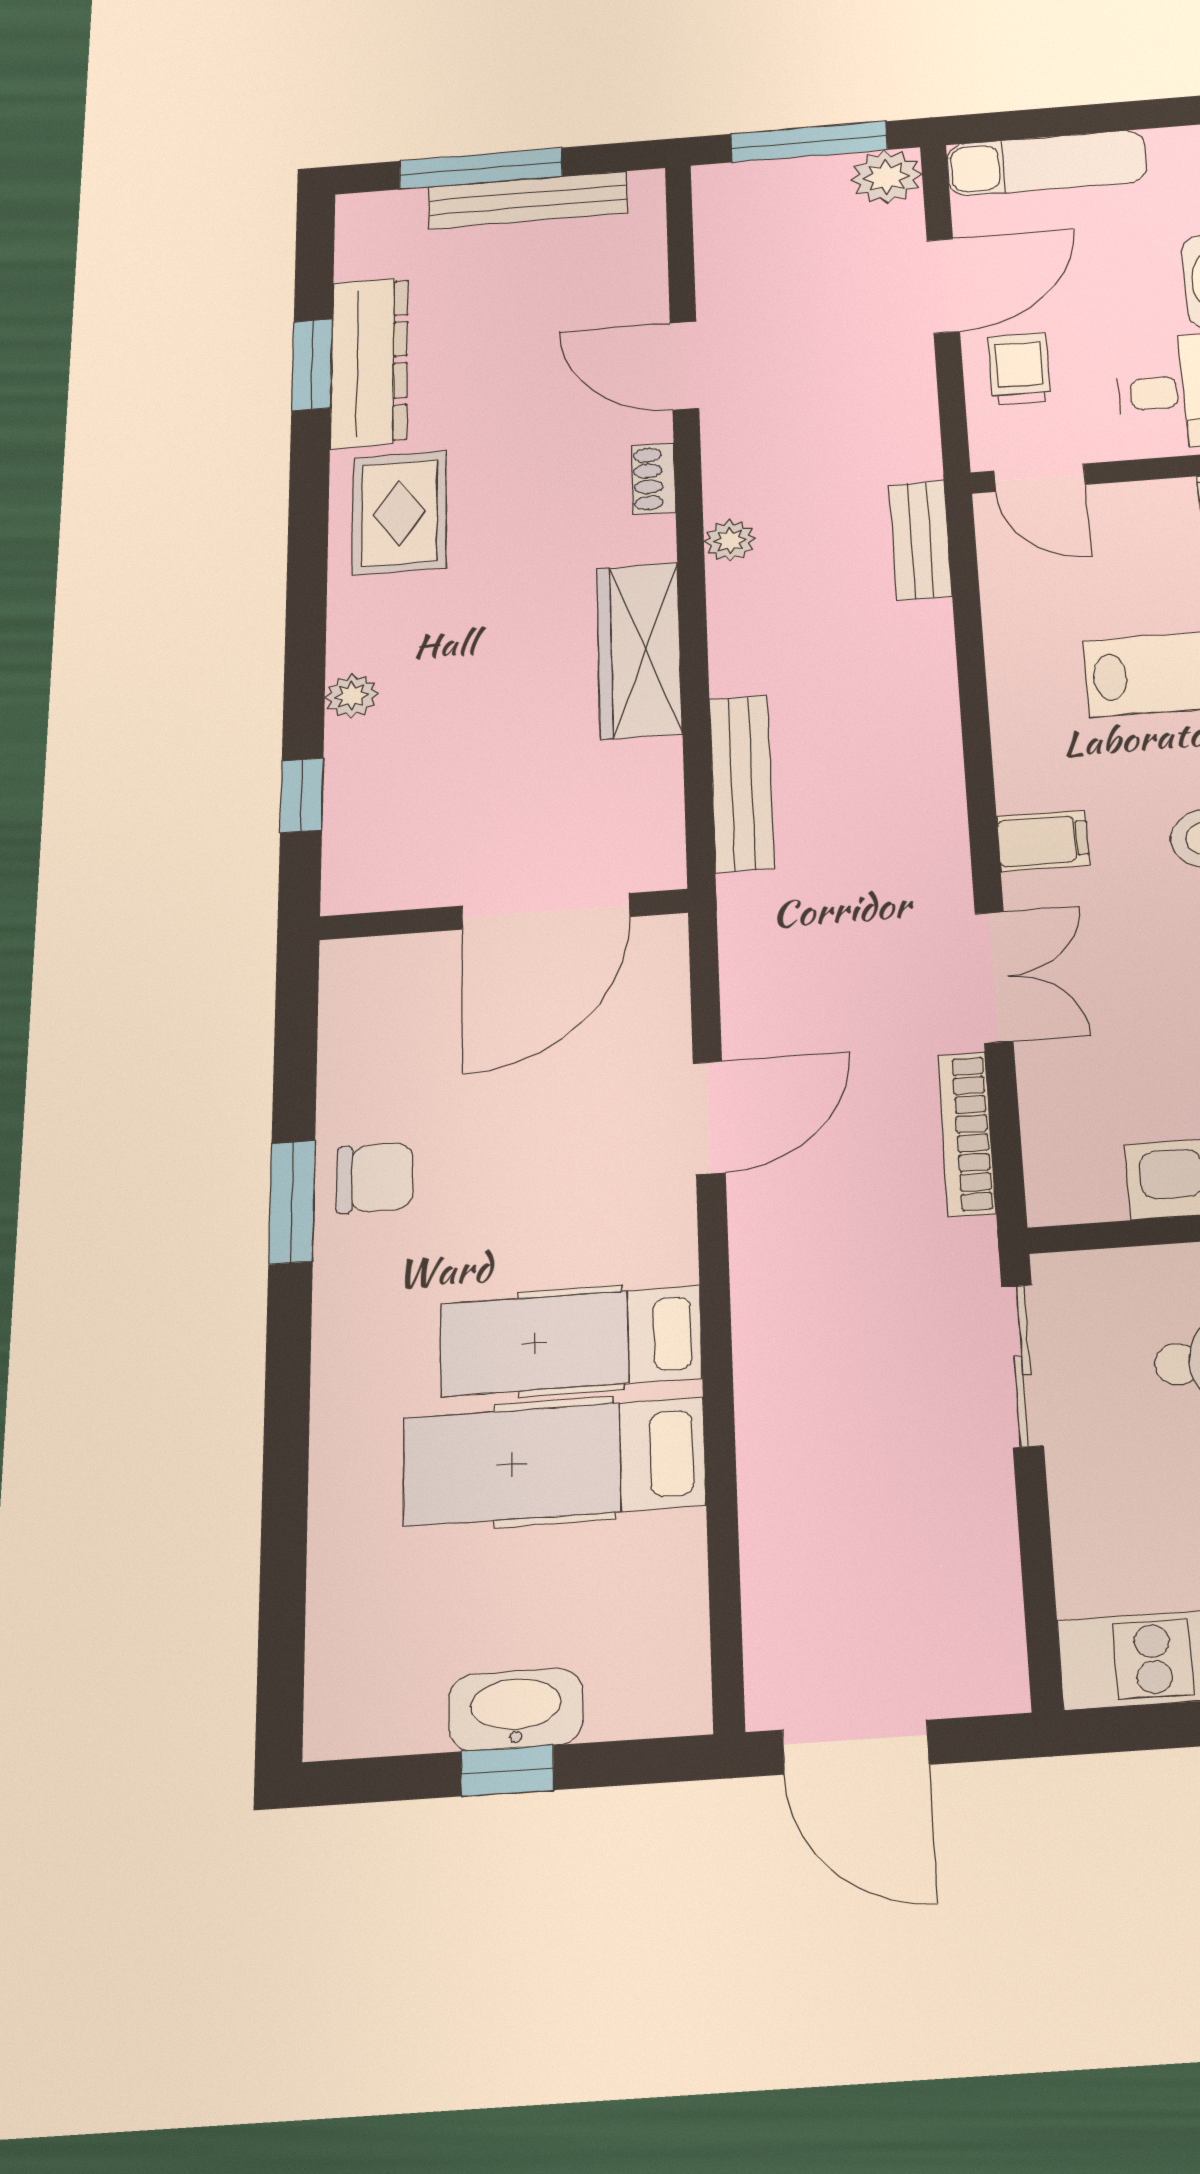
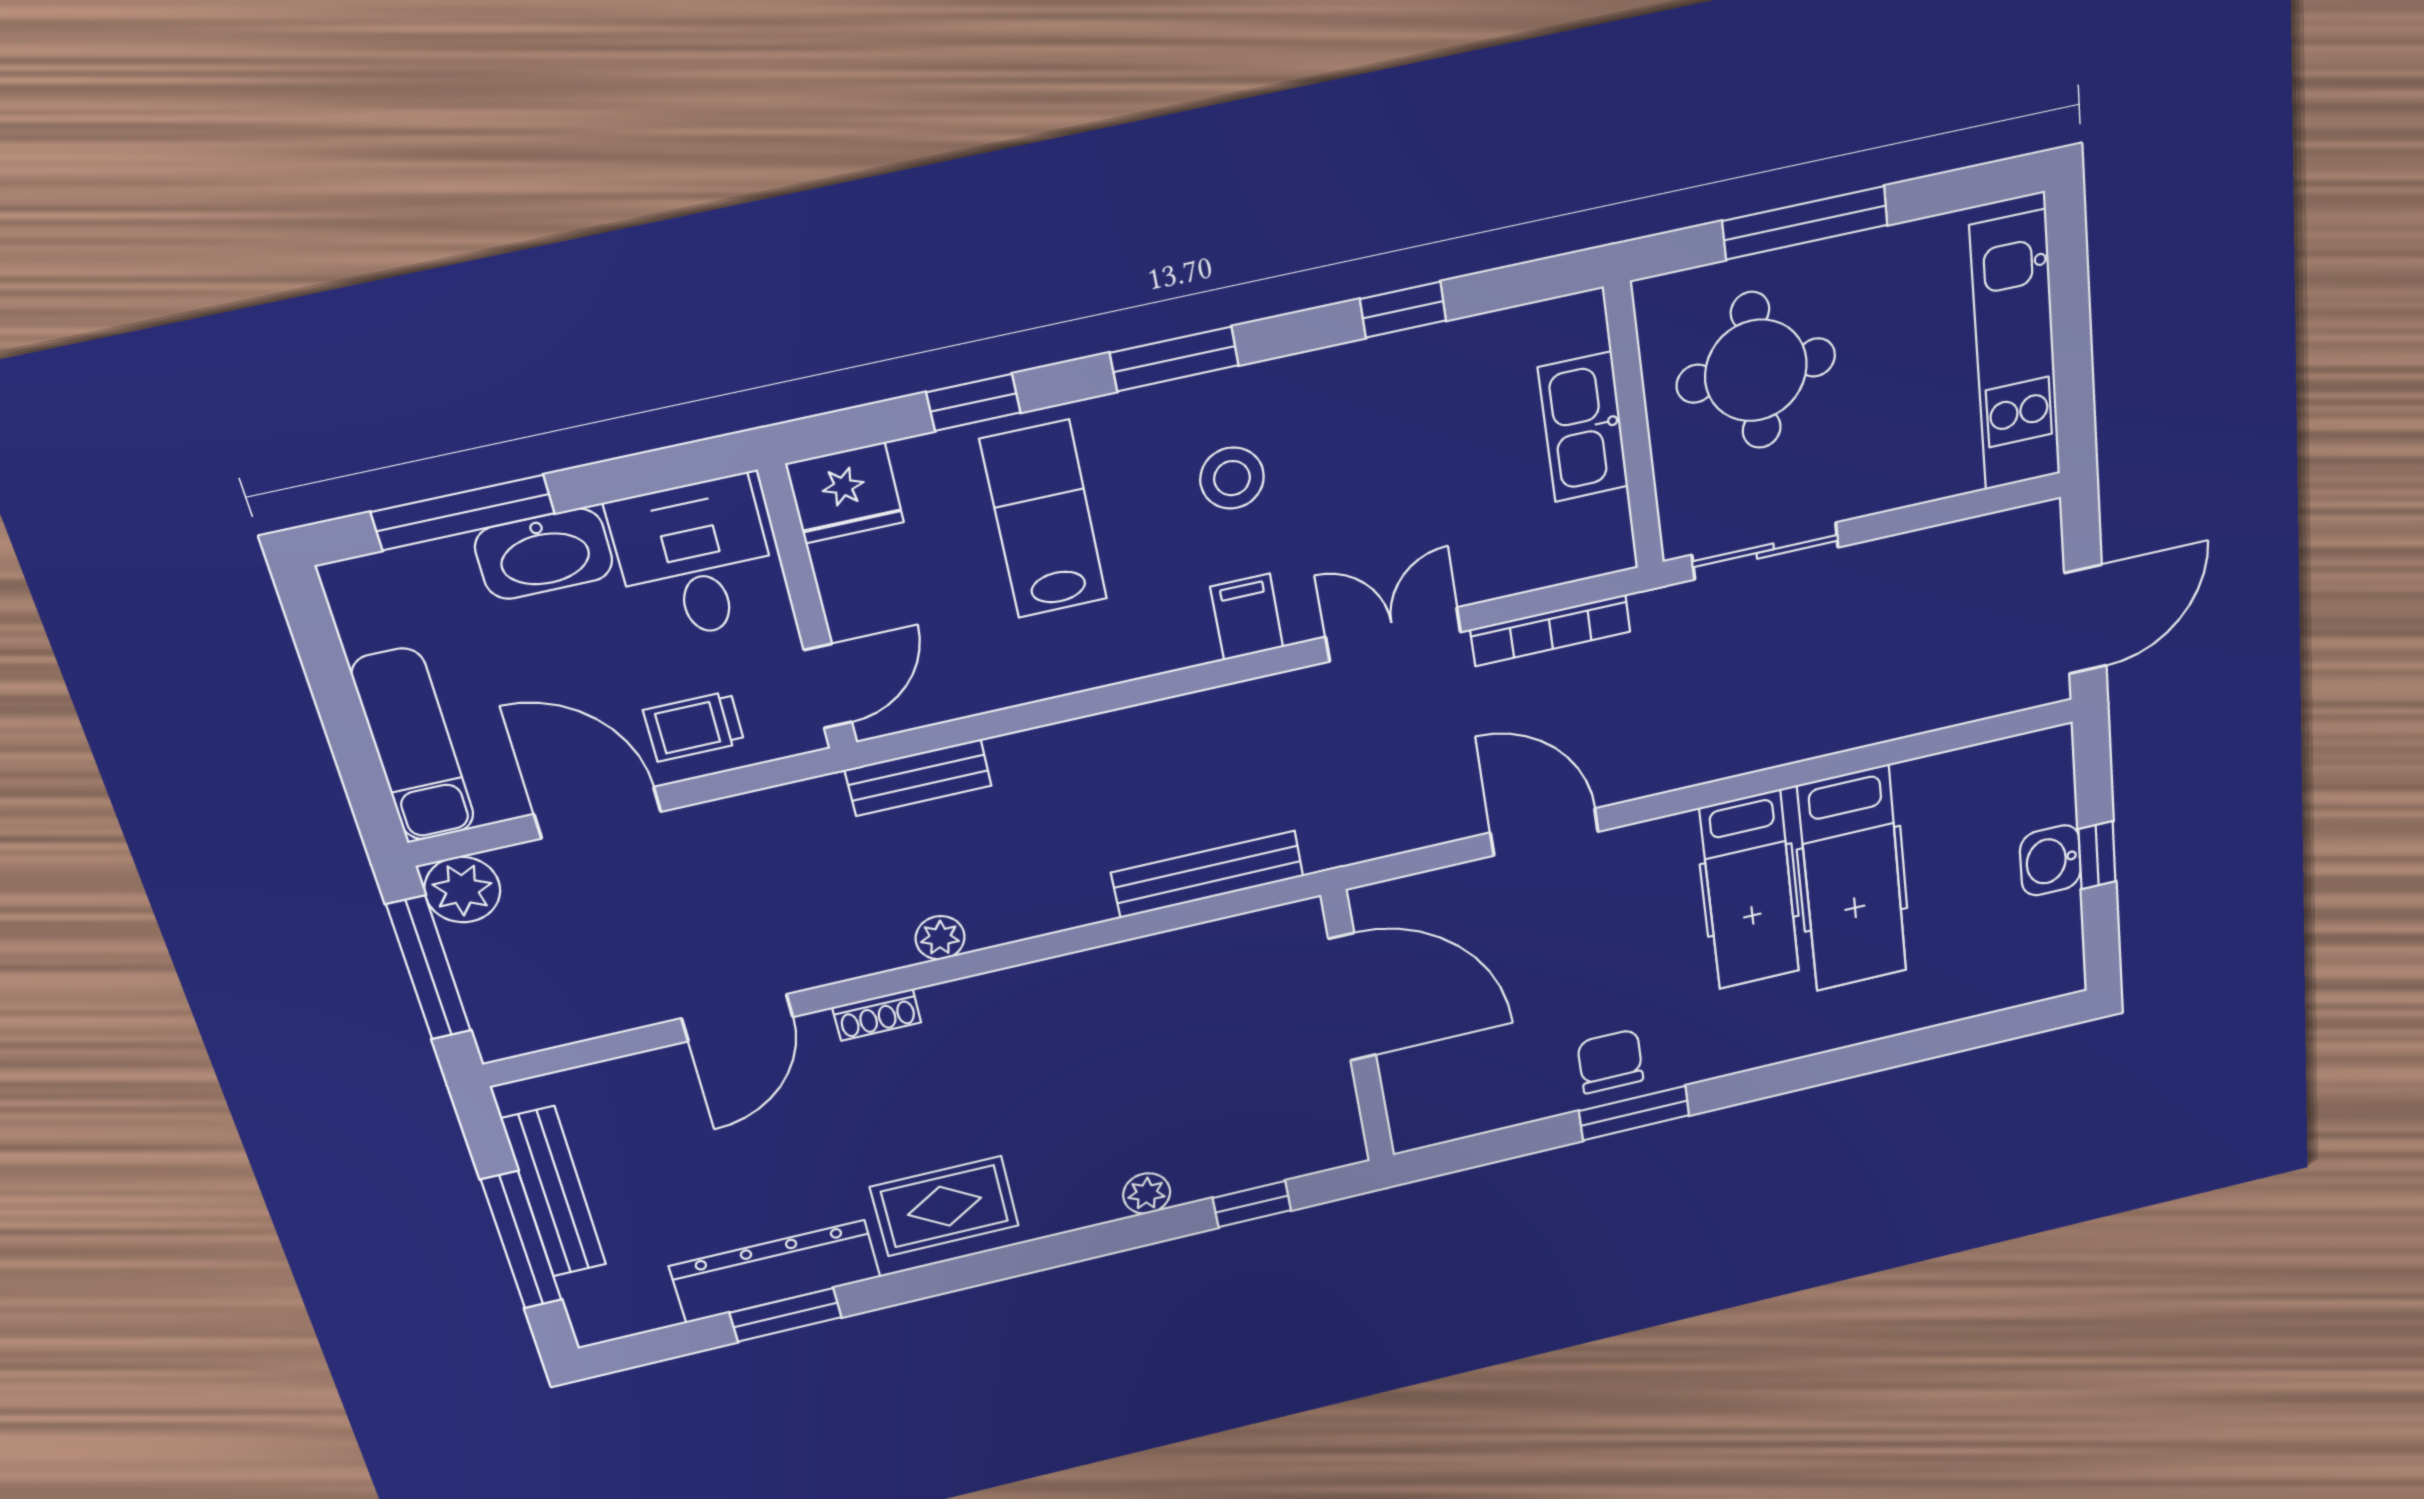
wardrobe: (639, 650) -> (1073, 985), removed
washbasin: (516, 1709) -> (2050, 860), width x0.72

